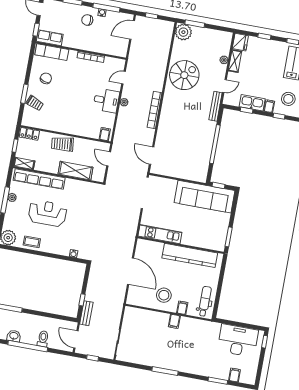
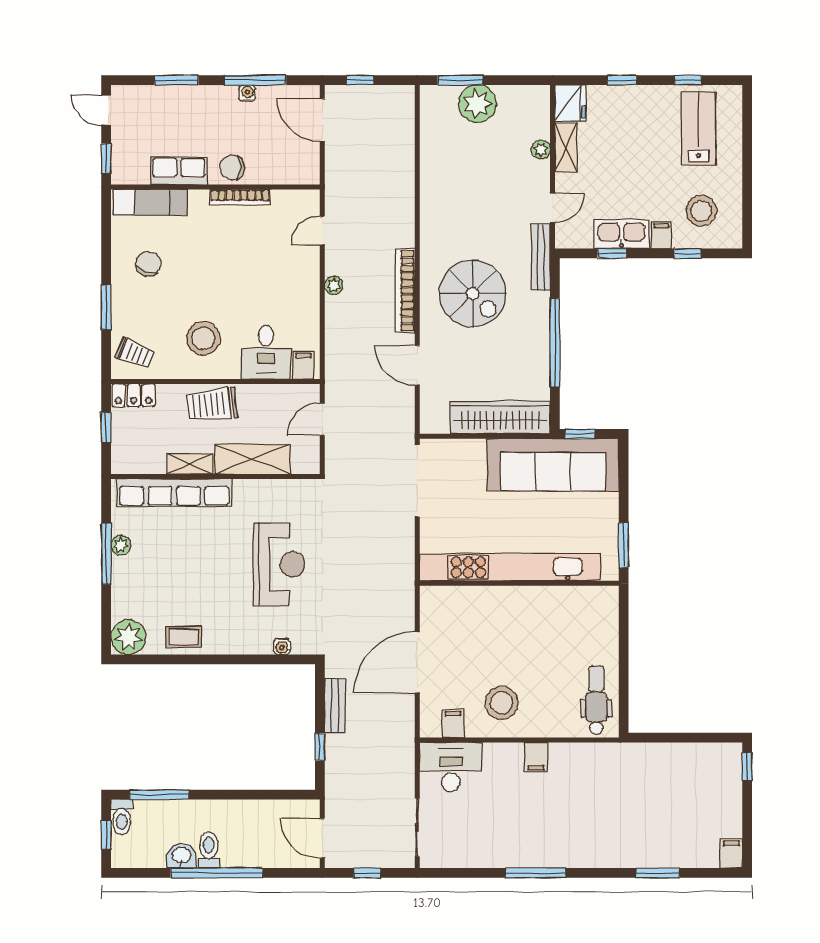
chair: (87, 20) -> (232, 168), moved
door: (132, 30) -> (322, 120), hinge flipped
plant: (183, 32) -> (477, 104), moved
row of seats: (50, 38) -> (179, 171), moved
spiral stairs: (184, 75) -> (473, 294), moved, turned 90
desk: (106, 100) -> (266, 352), moved, turned 90
trolley: (35, 103) -> (135, 353), moved
stool: (64, 115) -> (203, 338), added
door: (152, 156) -> (417, 365), moved
door: (109, 159) -> (322, 419), hinge flipped
shelving: (24, 163) -> (190, 464), moved
wardrobe: (185, 172) -> (500, 418), added
reception desk: (47, 213) -> (279, 564), moved, turned 90
kitchen unit: (160, 234) -> (510, 567), width x1.86
kitchen counter: (190, 255) -> (544, 603), removed
door: (131, 271) -> (417, 662), swing flipped
filing cabinet: (182, 308) -> (453, 723), moved
bench: (86, 313) -> (335, 706), moved
toilet: (43, 339) -> (209, 850), moved
desk: (238, 340) -> (451, 767), moved, width x0.73, depth x0.77
filing cabinet: (235, 375) -> (731, 853), moved

